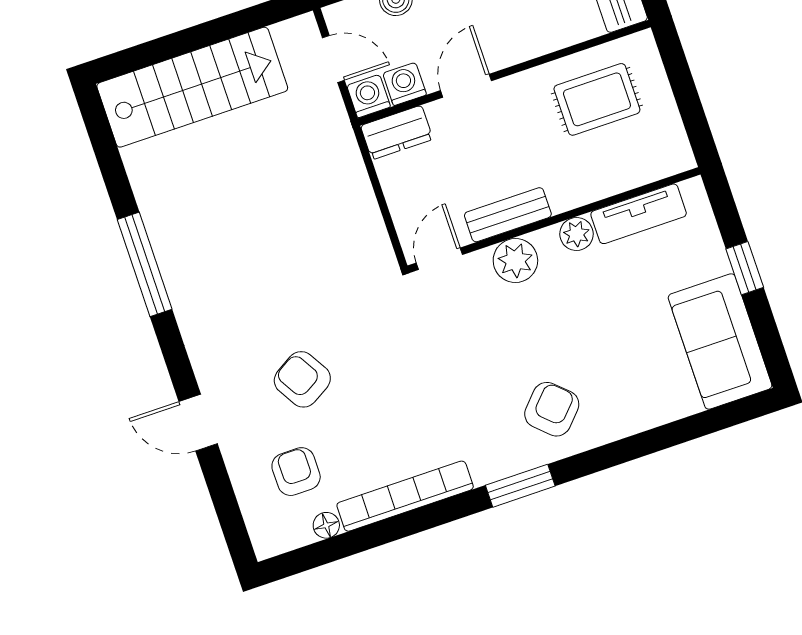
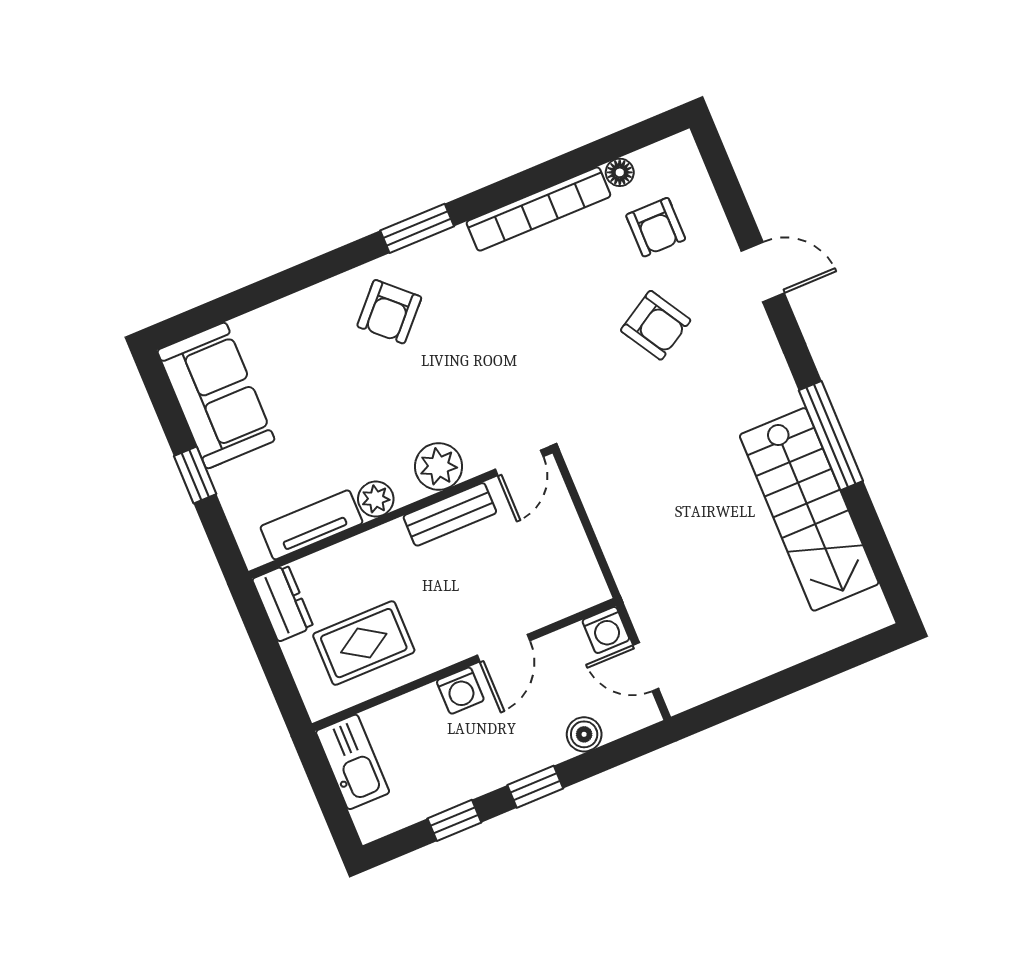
washing machine: (405, 84) -> (460, 691), moved
stairs: (192, 87) -> (809, 509), moved, turned -90
dresser: (397, 133) -> (283, 603), moved, turned 90

